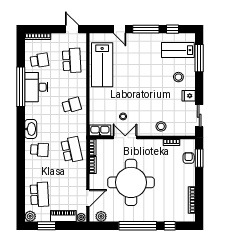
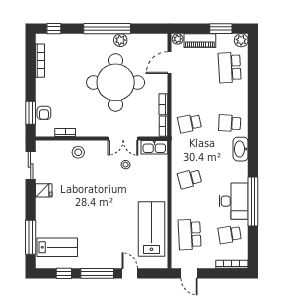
stool: (178, 77) -> (57, 214), removed
school desk: (72, 150) -> (190, 123), width x0.54
plant: (101, 216) -> (120, 40), moved
window: (170, 226) -> (54, 29), moved

